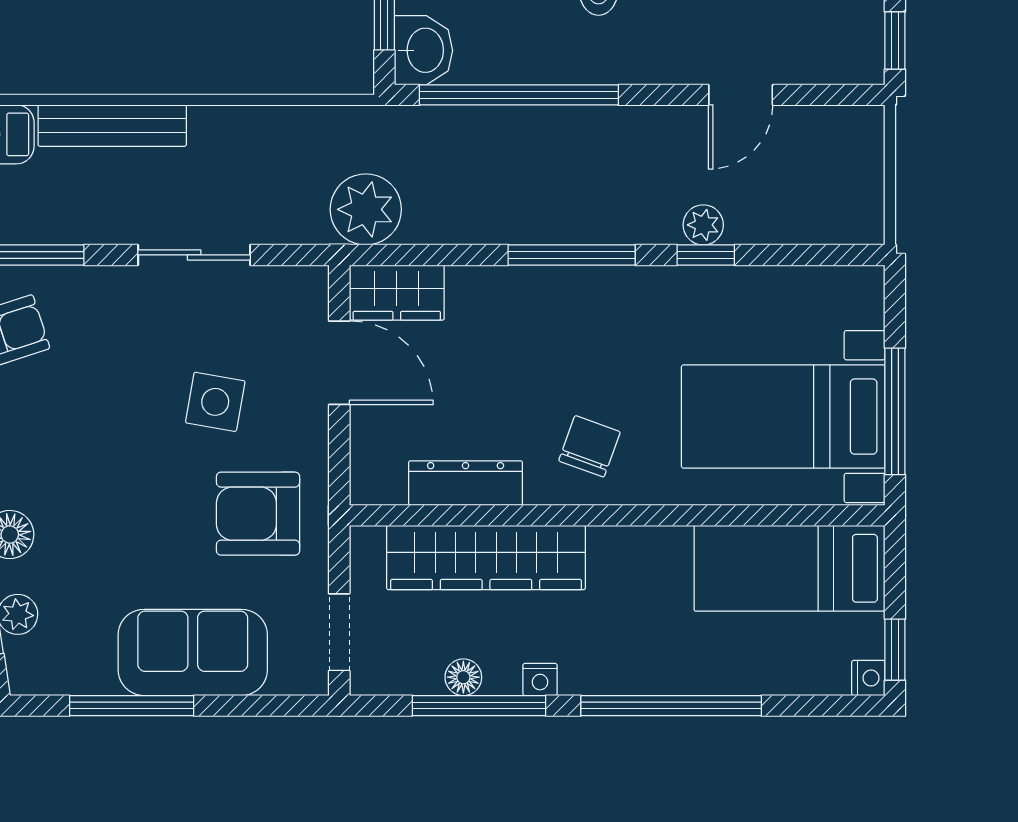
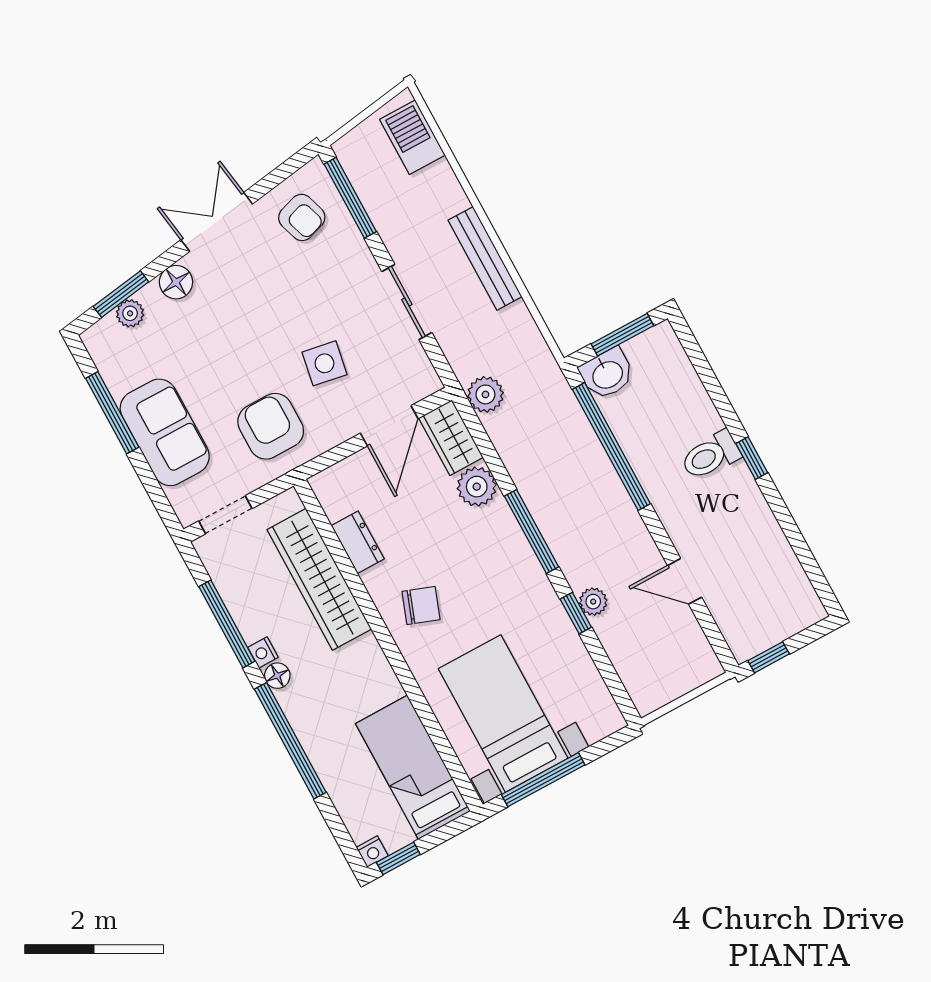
bench: (112, 126) -> (485, 258), moved
plant: (366, 209) -> (485, 394), width x0.73, depth x0.73
plant: (477, 294) -> (477, 487), added
dresser: (466, 483) -> (358, 542), width x0.70
floor lamp: (463, 677) -> (277, 676), moved

